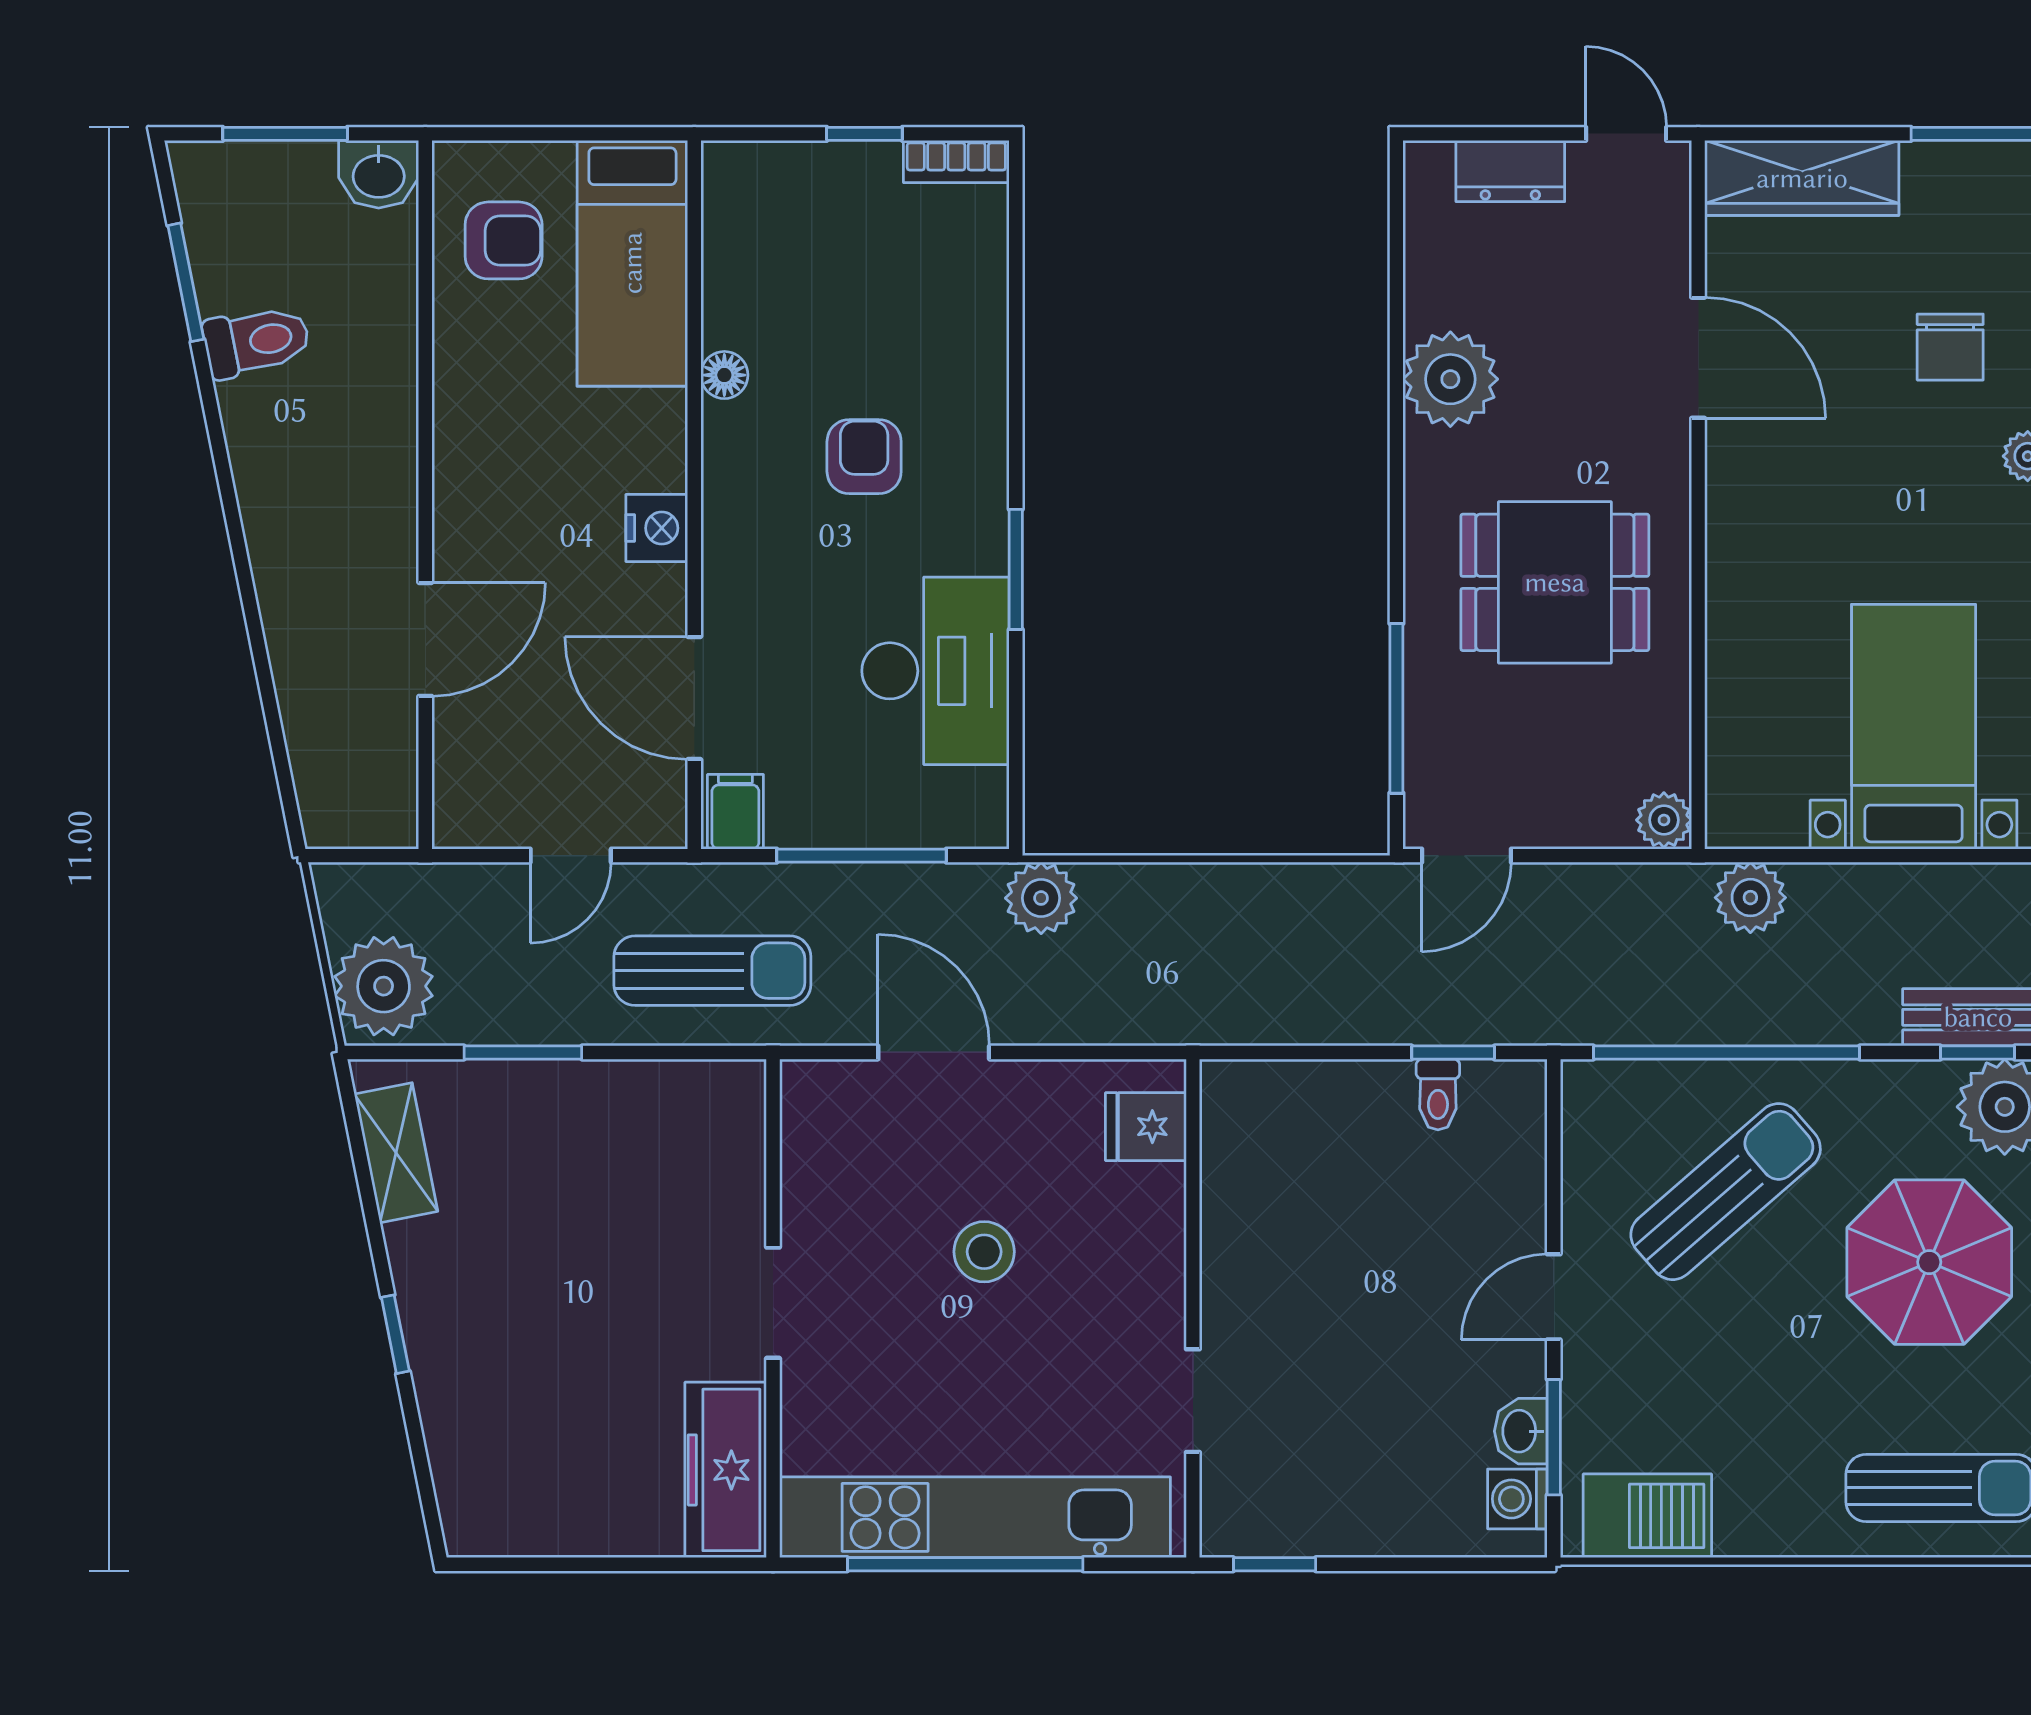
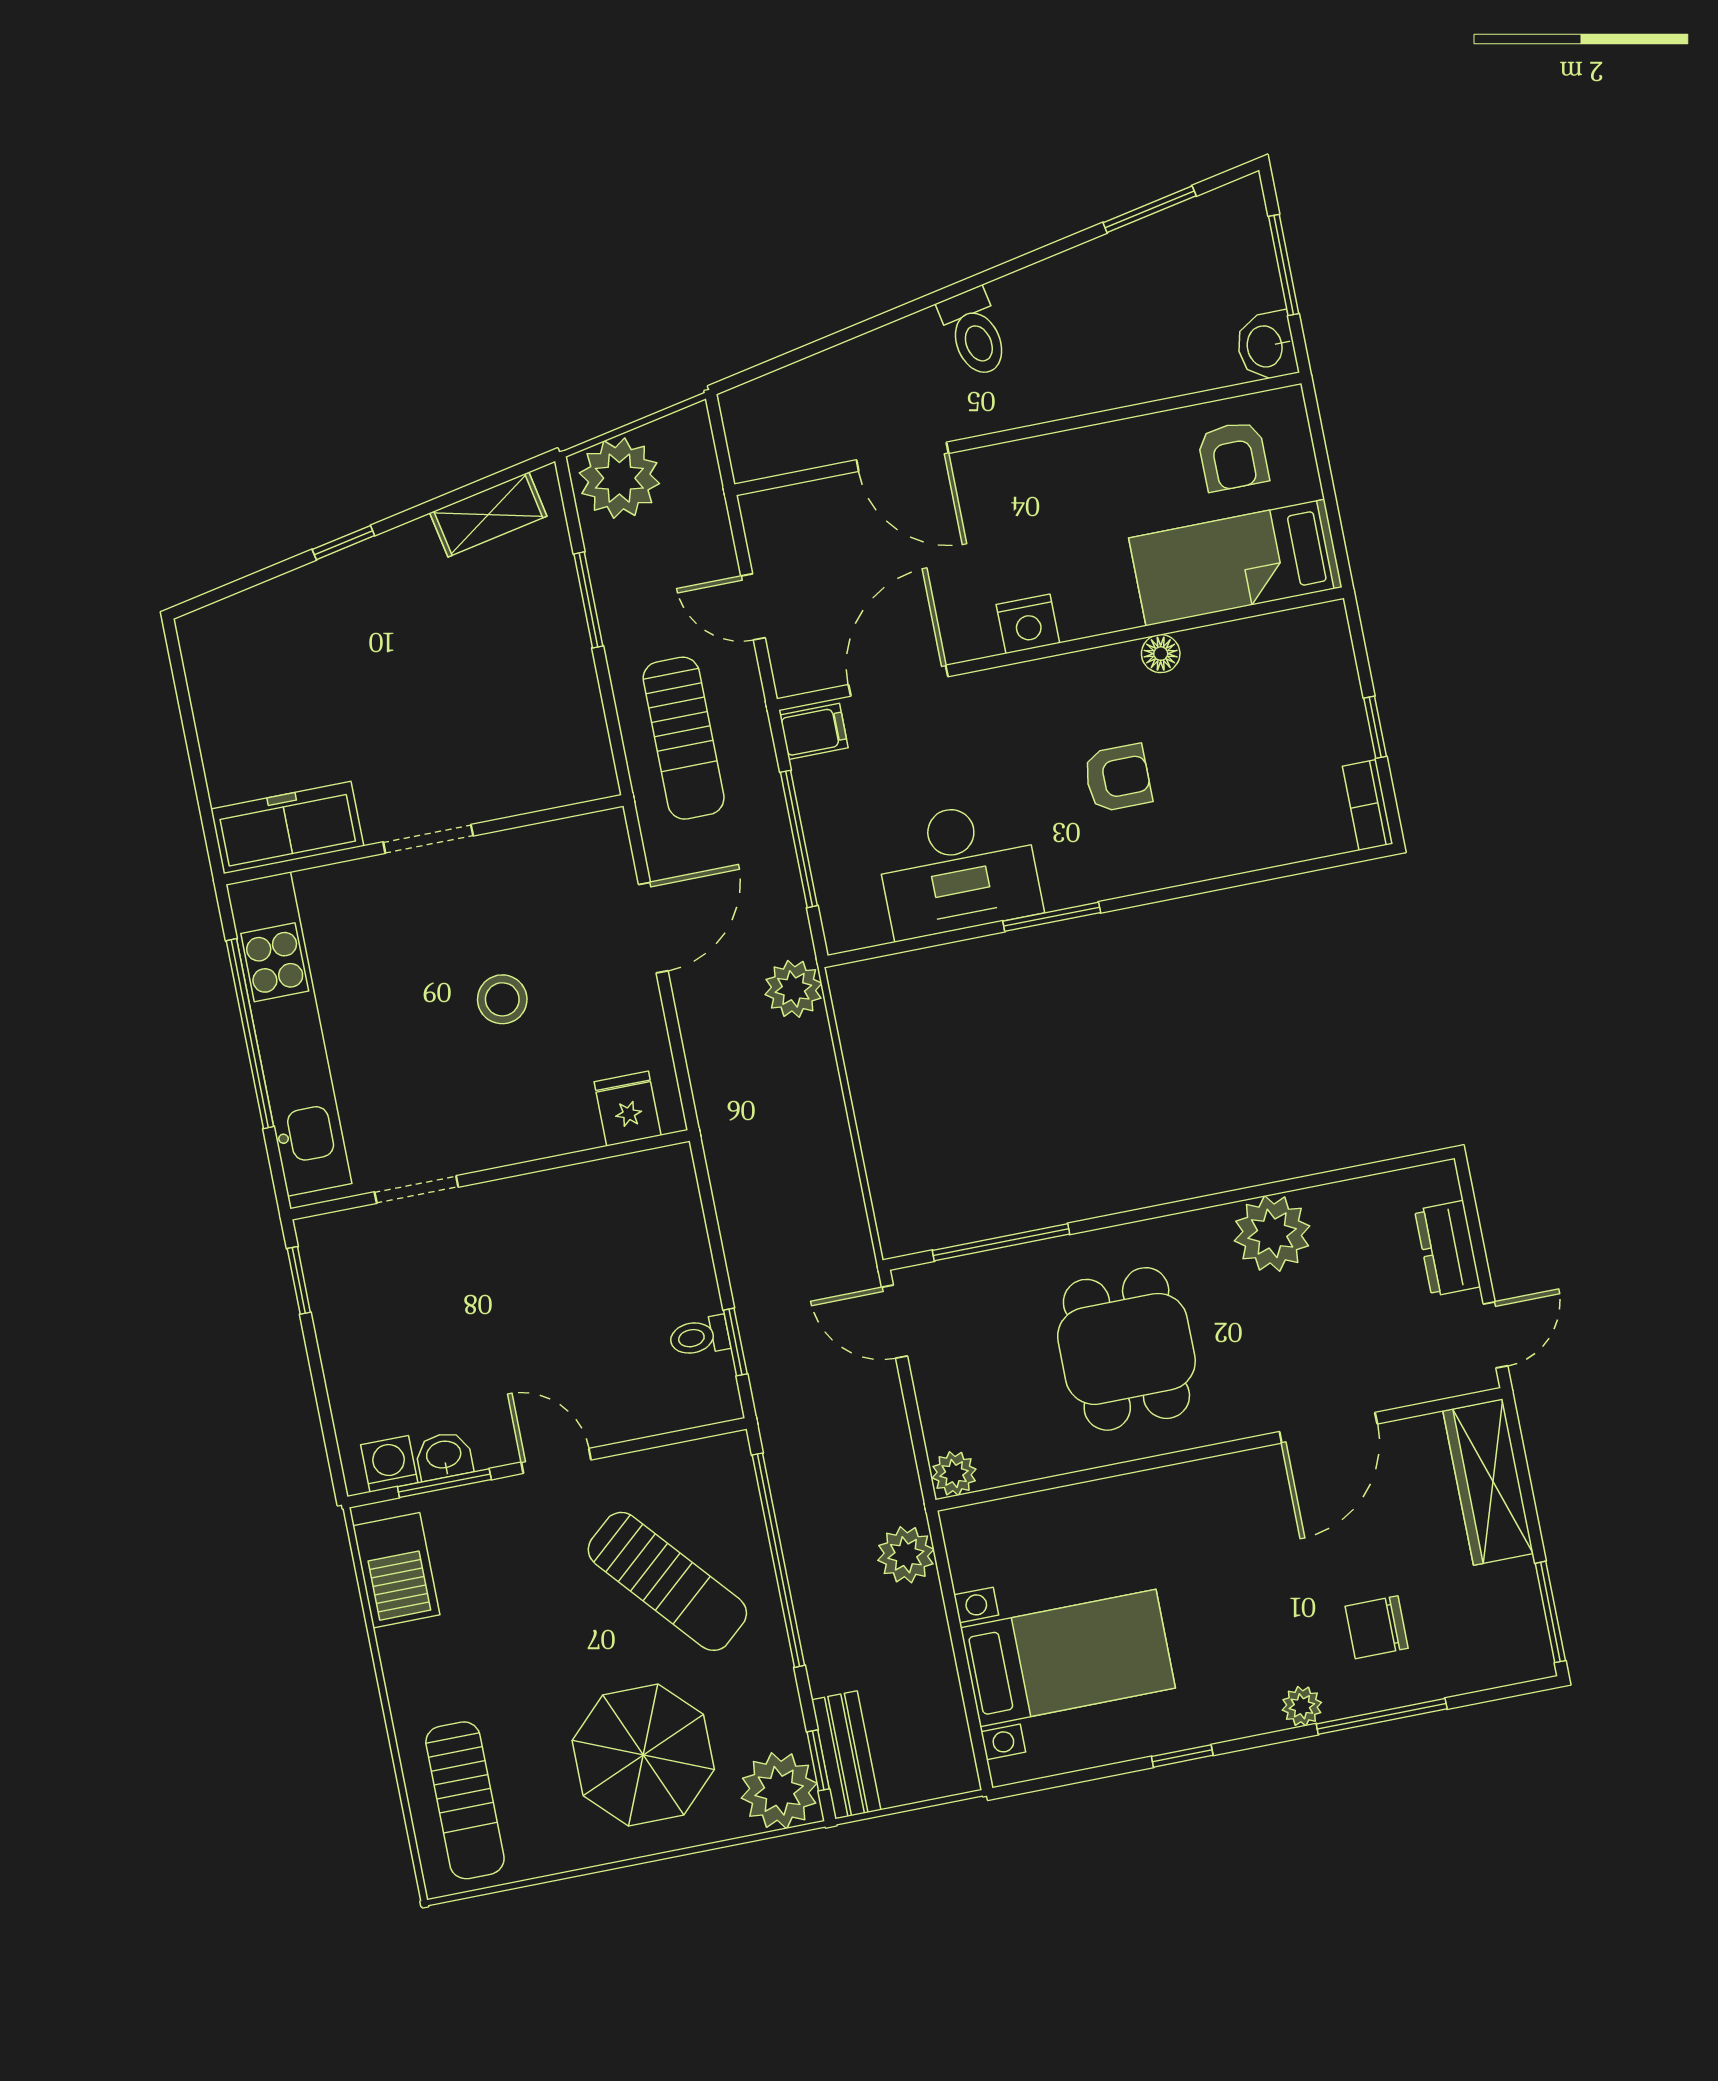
toilet: (257, 341) -> (974, 333), moved

